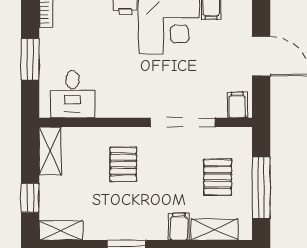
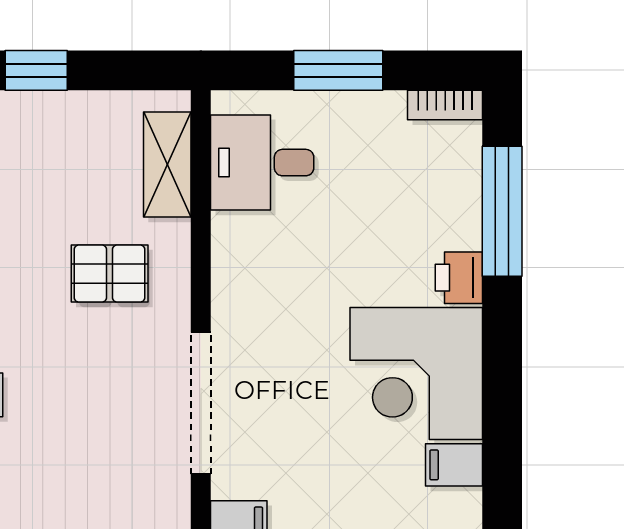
shelving: (50, 151) -> (167, 164), moved, turned 90
pallet: (218, 177) -> (82, 479), removed

